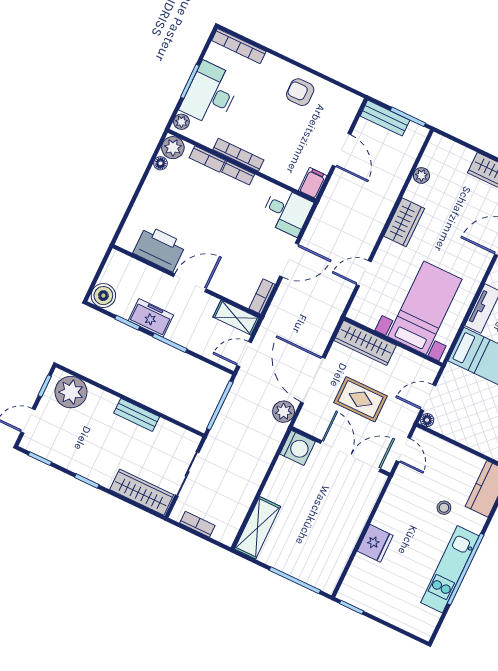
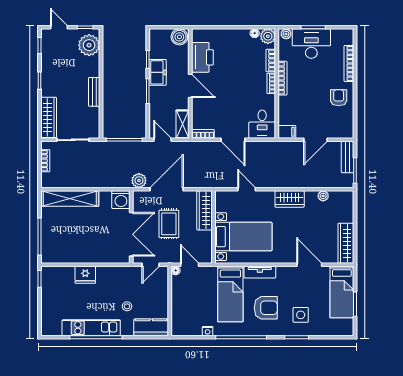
bookcase: (239, 46) -> (349, 63), moved
boiler: (103, 296) -> (179, 37), moved
shelving: (258, 528) -> (70, 198), width x1.47

